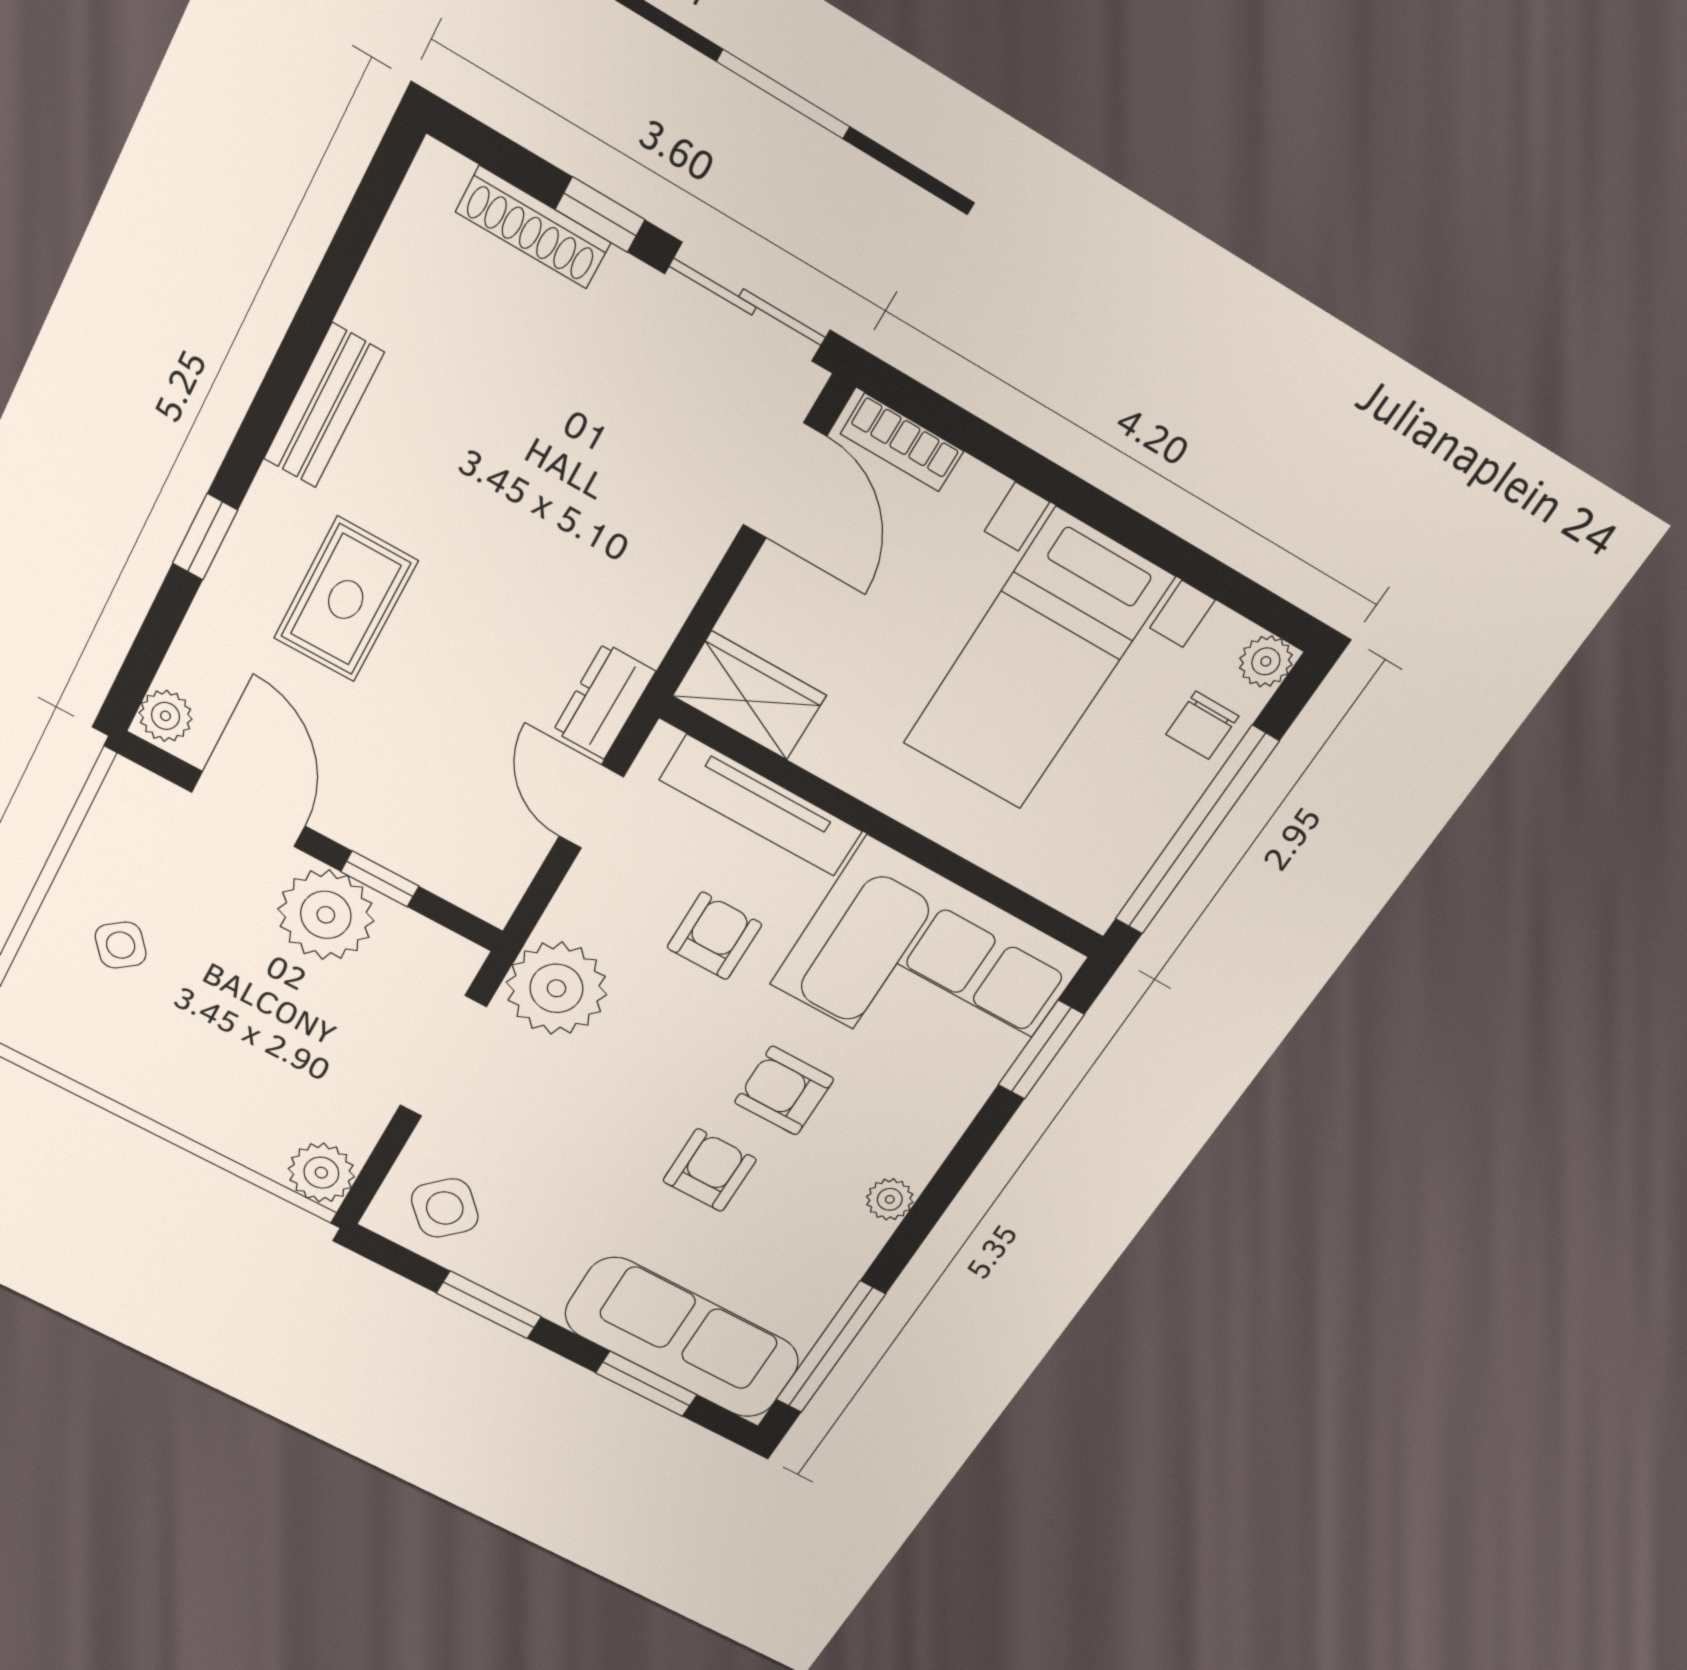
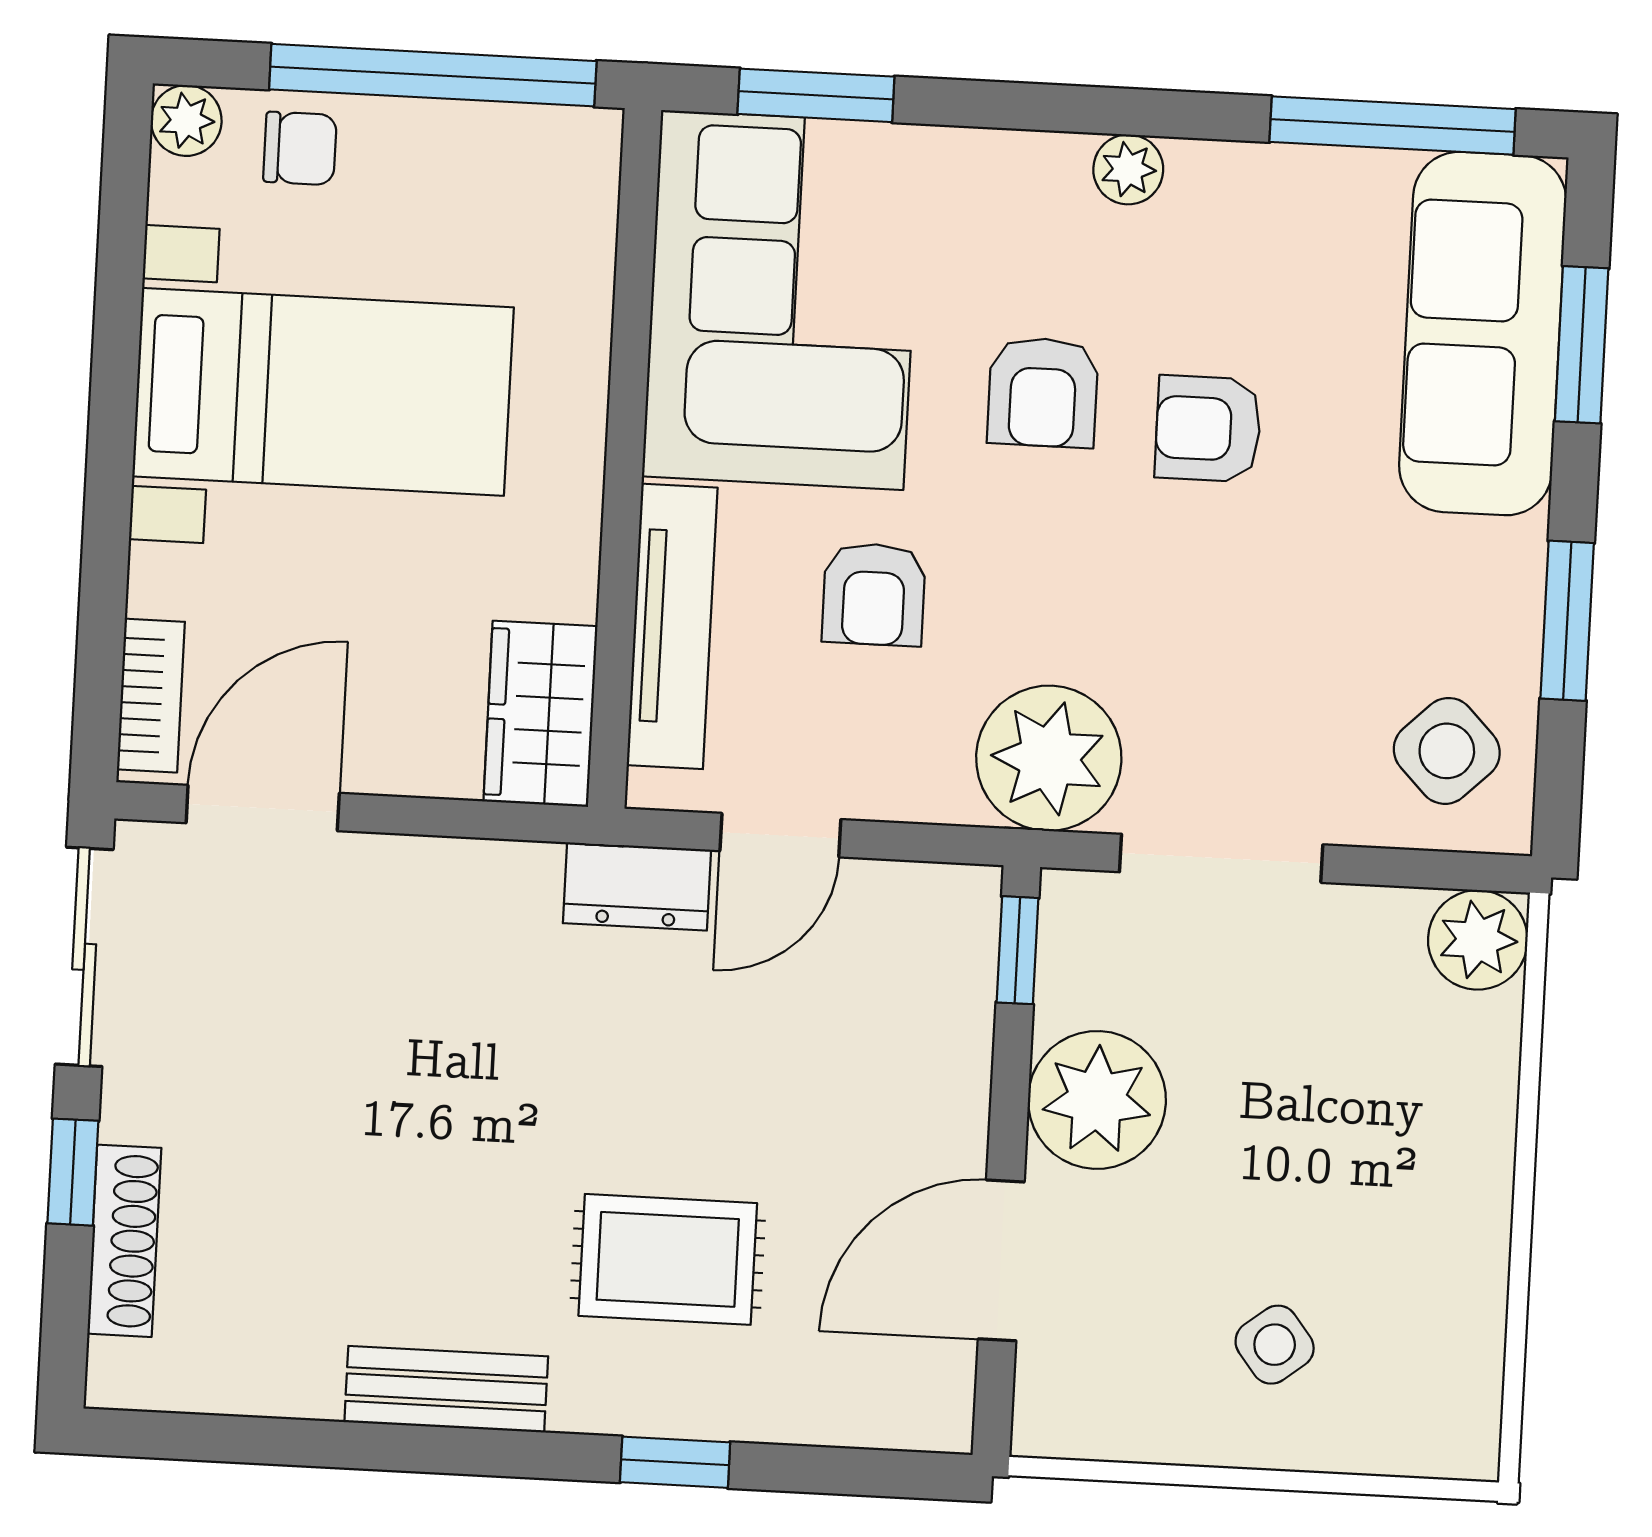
plant: (165, 716) -> (929, 1416), removed
window: (380, 879) -> (1017, 950), moved
armchair: (714, 936) -> (874, 594), turned -90

